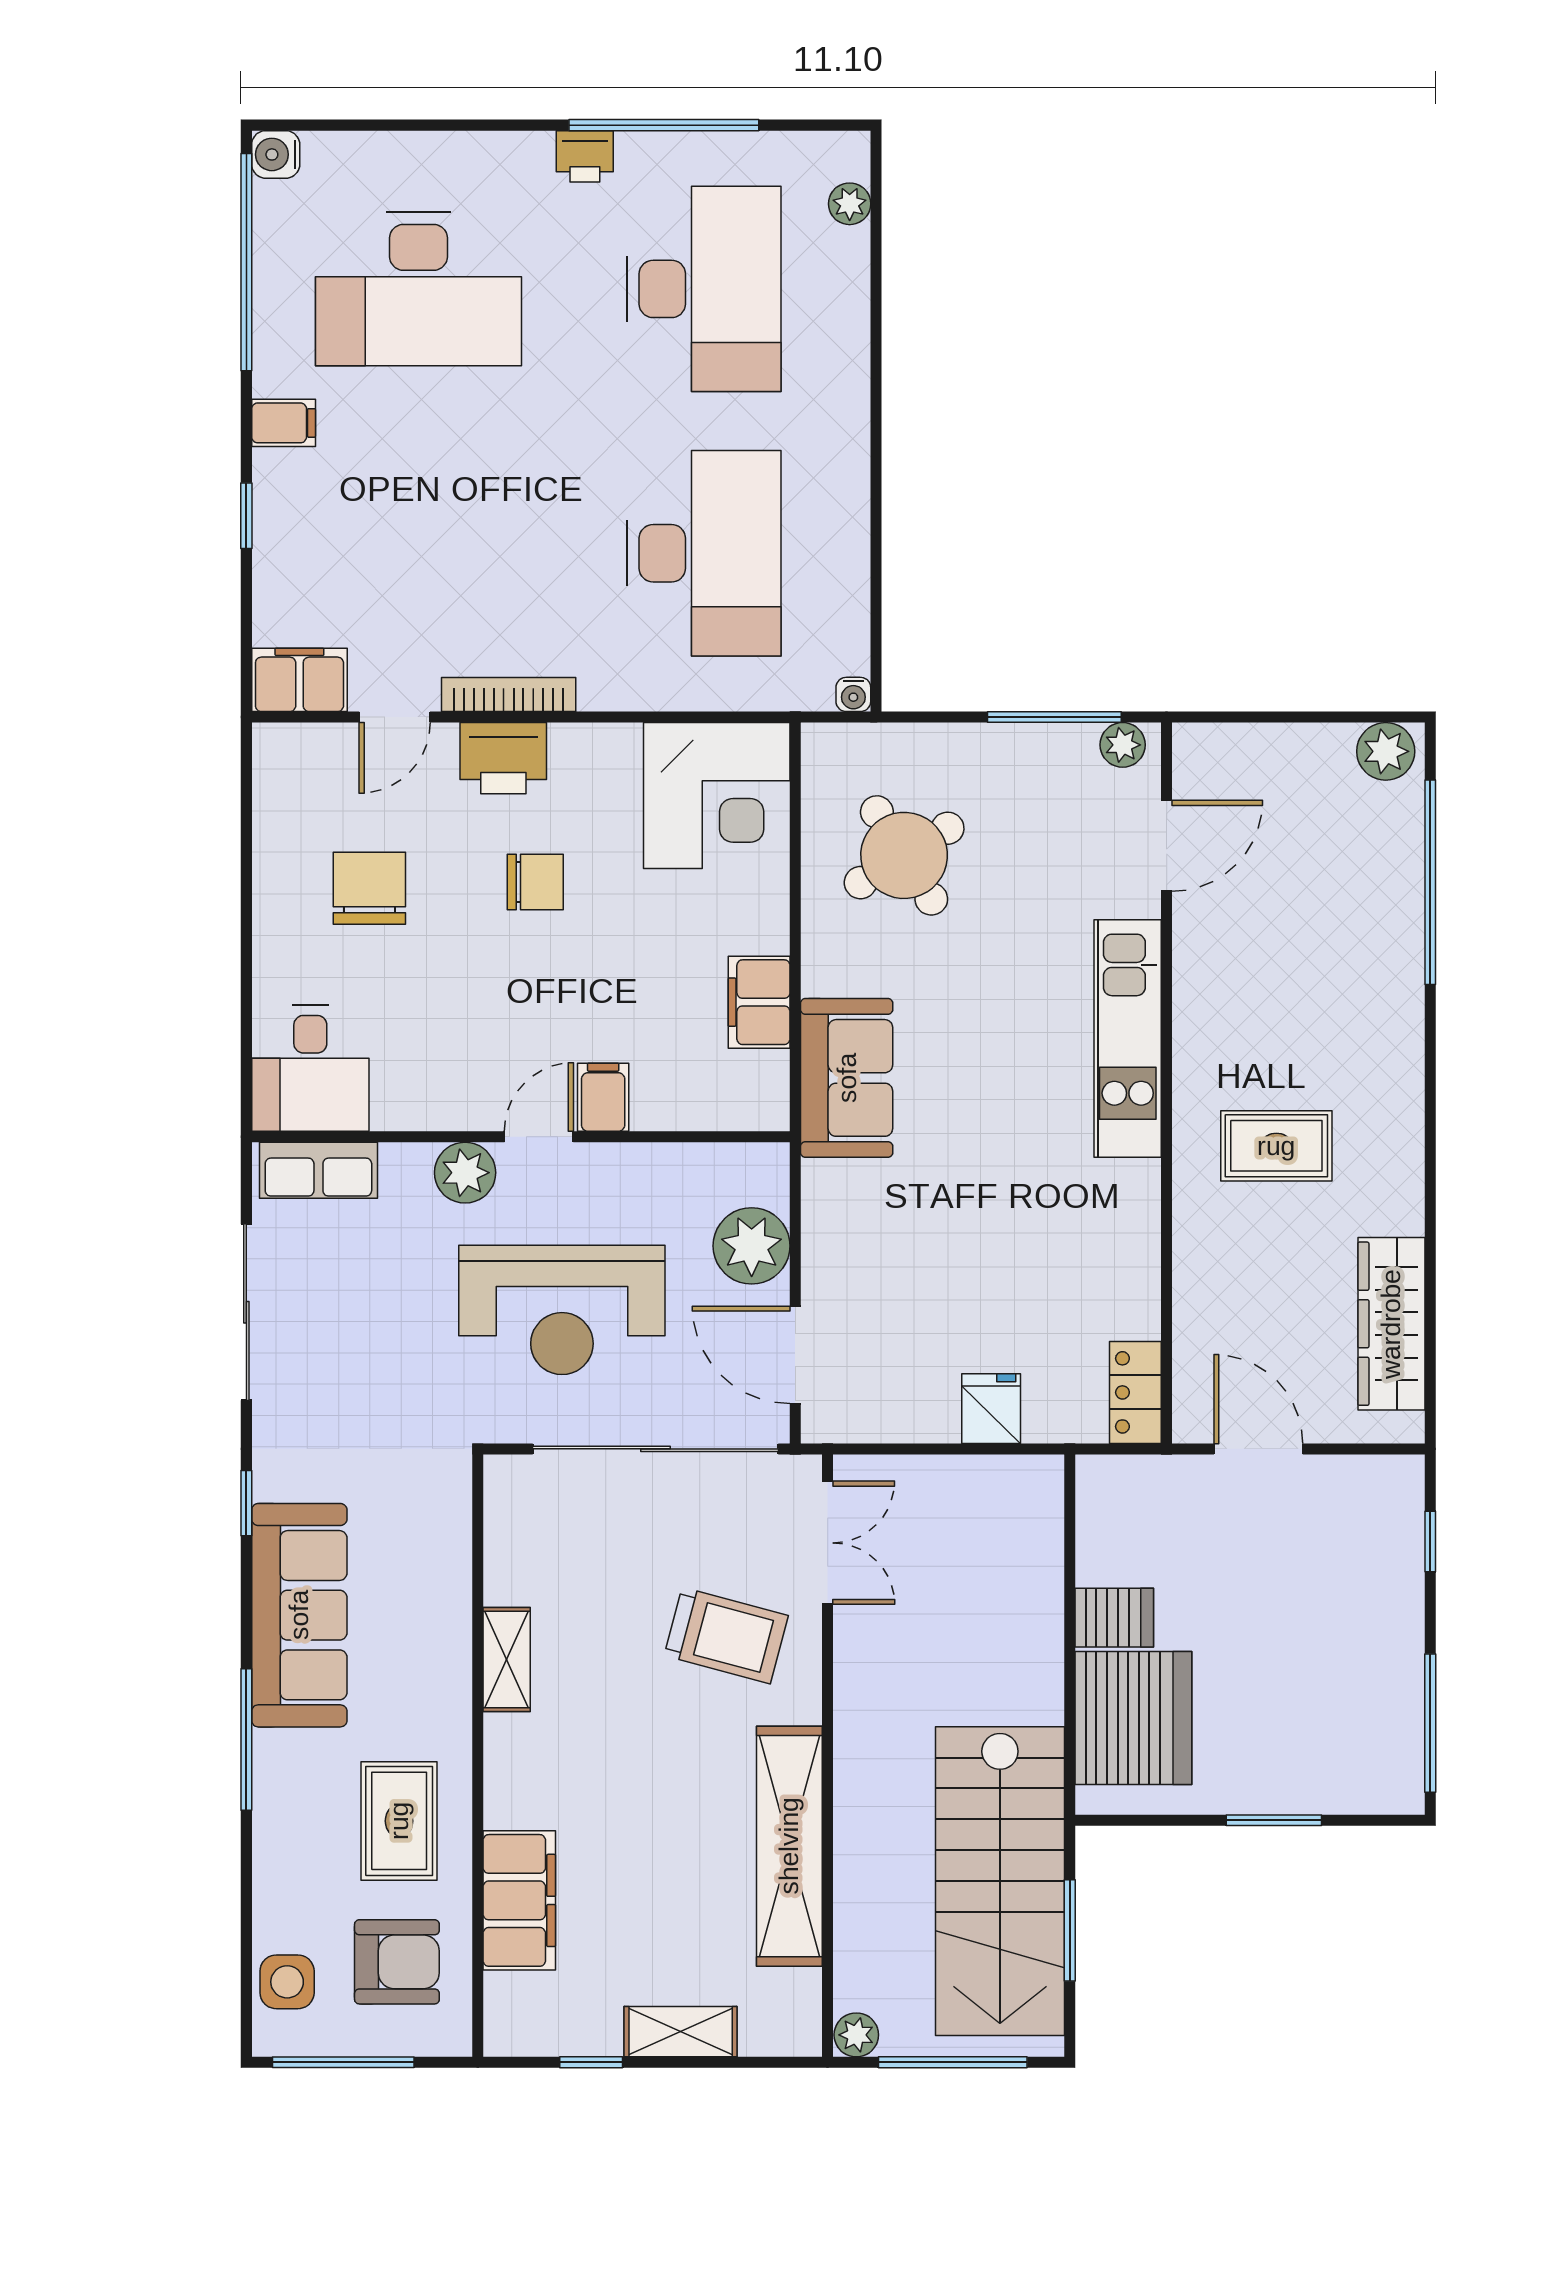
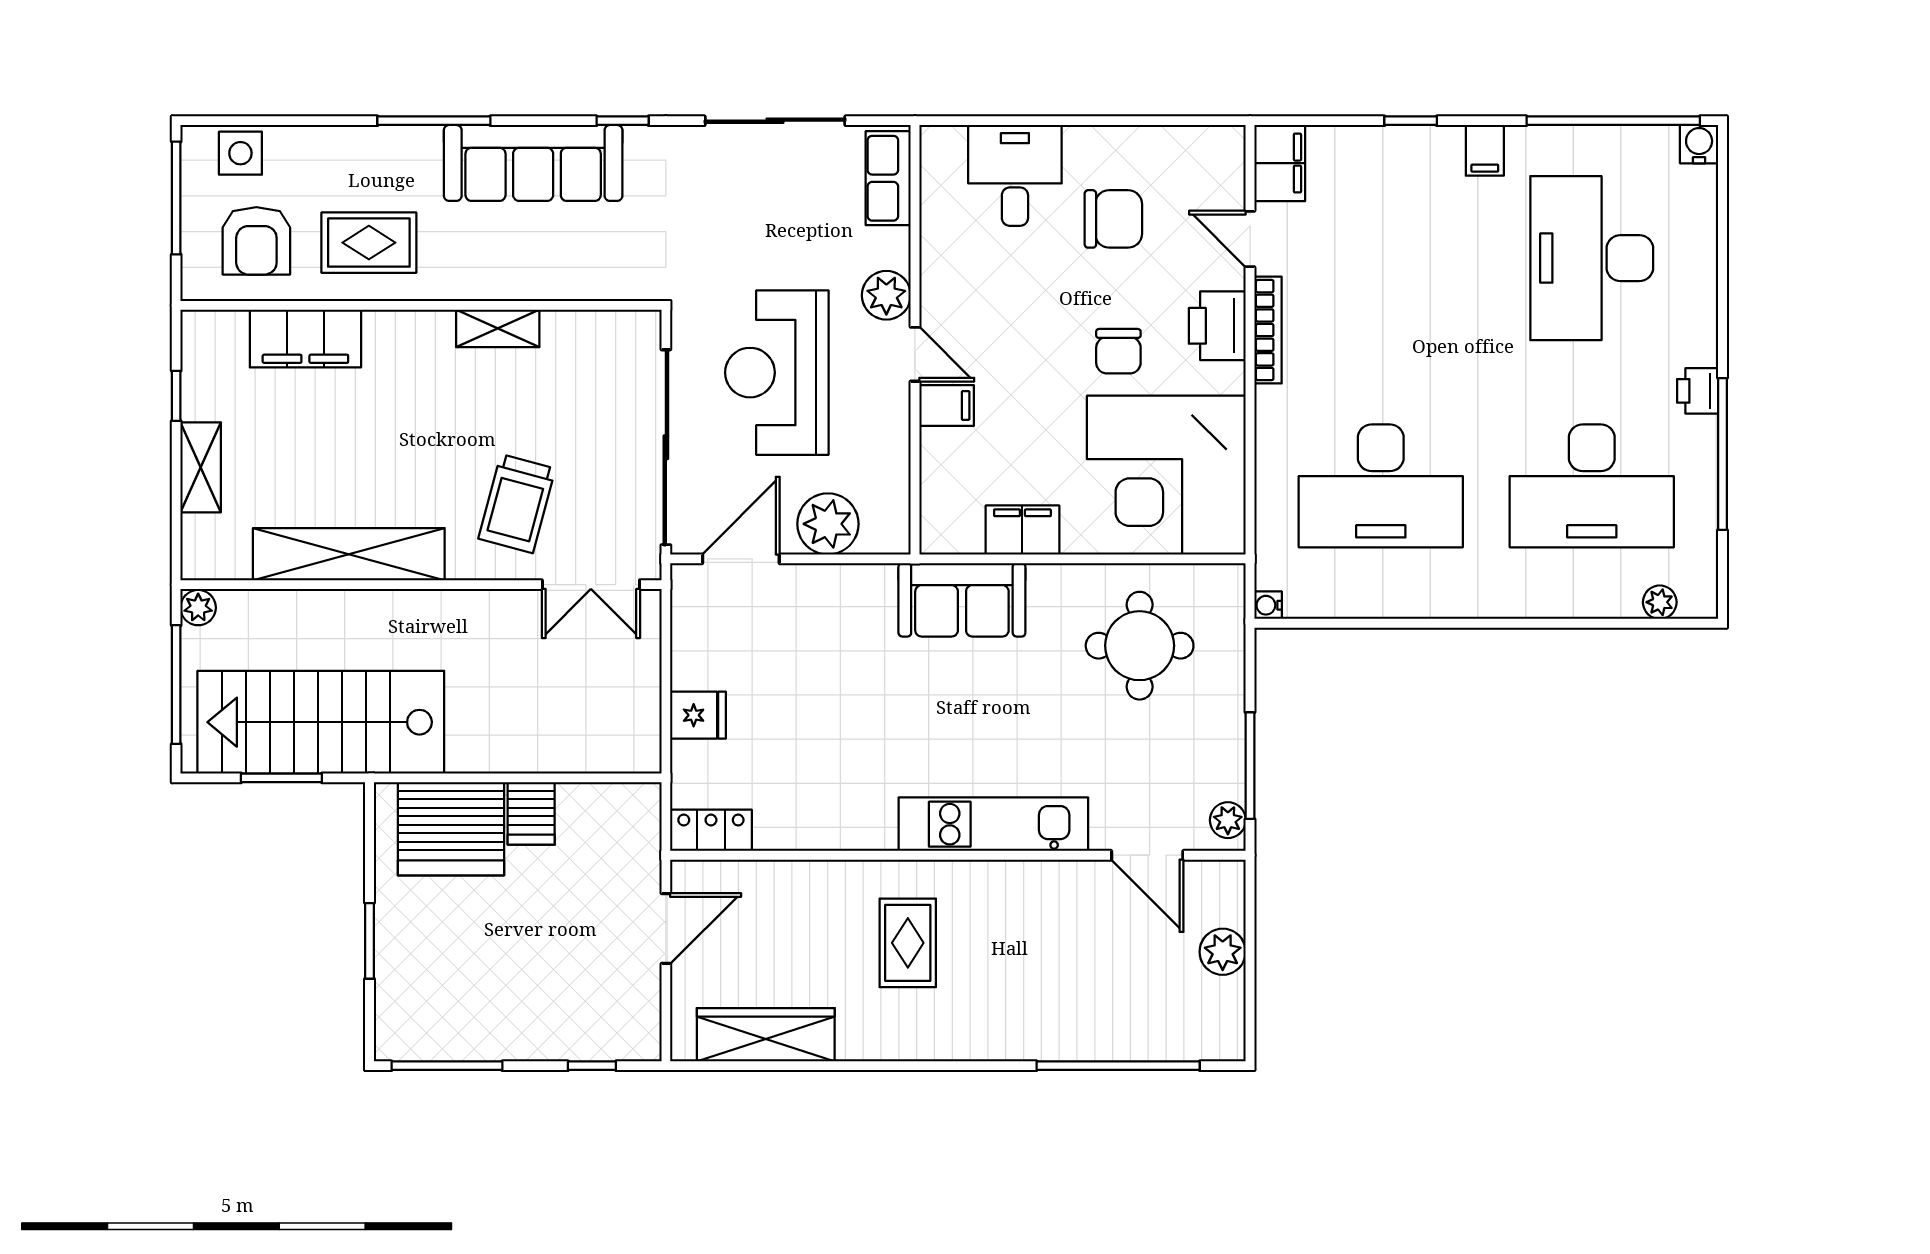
plant: (1386, 751) -> (1223, 952), moved
corner desk: (717, 796) -> (1166, 475), width x1.36, depth x1.36
round table: (904, 855) -> (1140, 646), turned 32
desk: (310, 1068) -> (1015, 175), moved, turned 90

